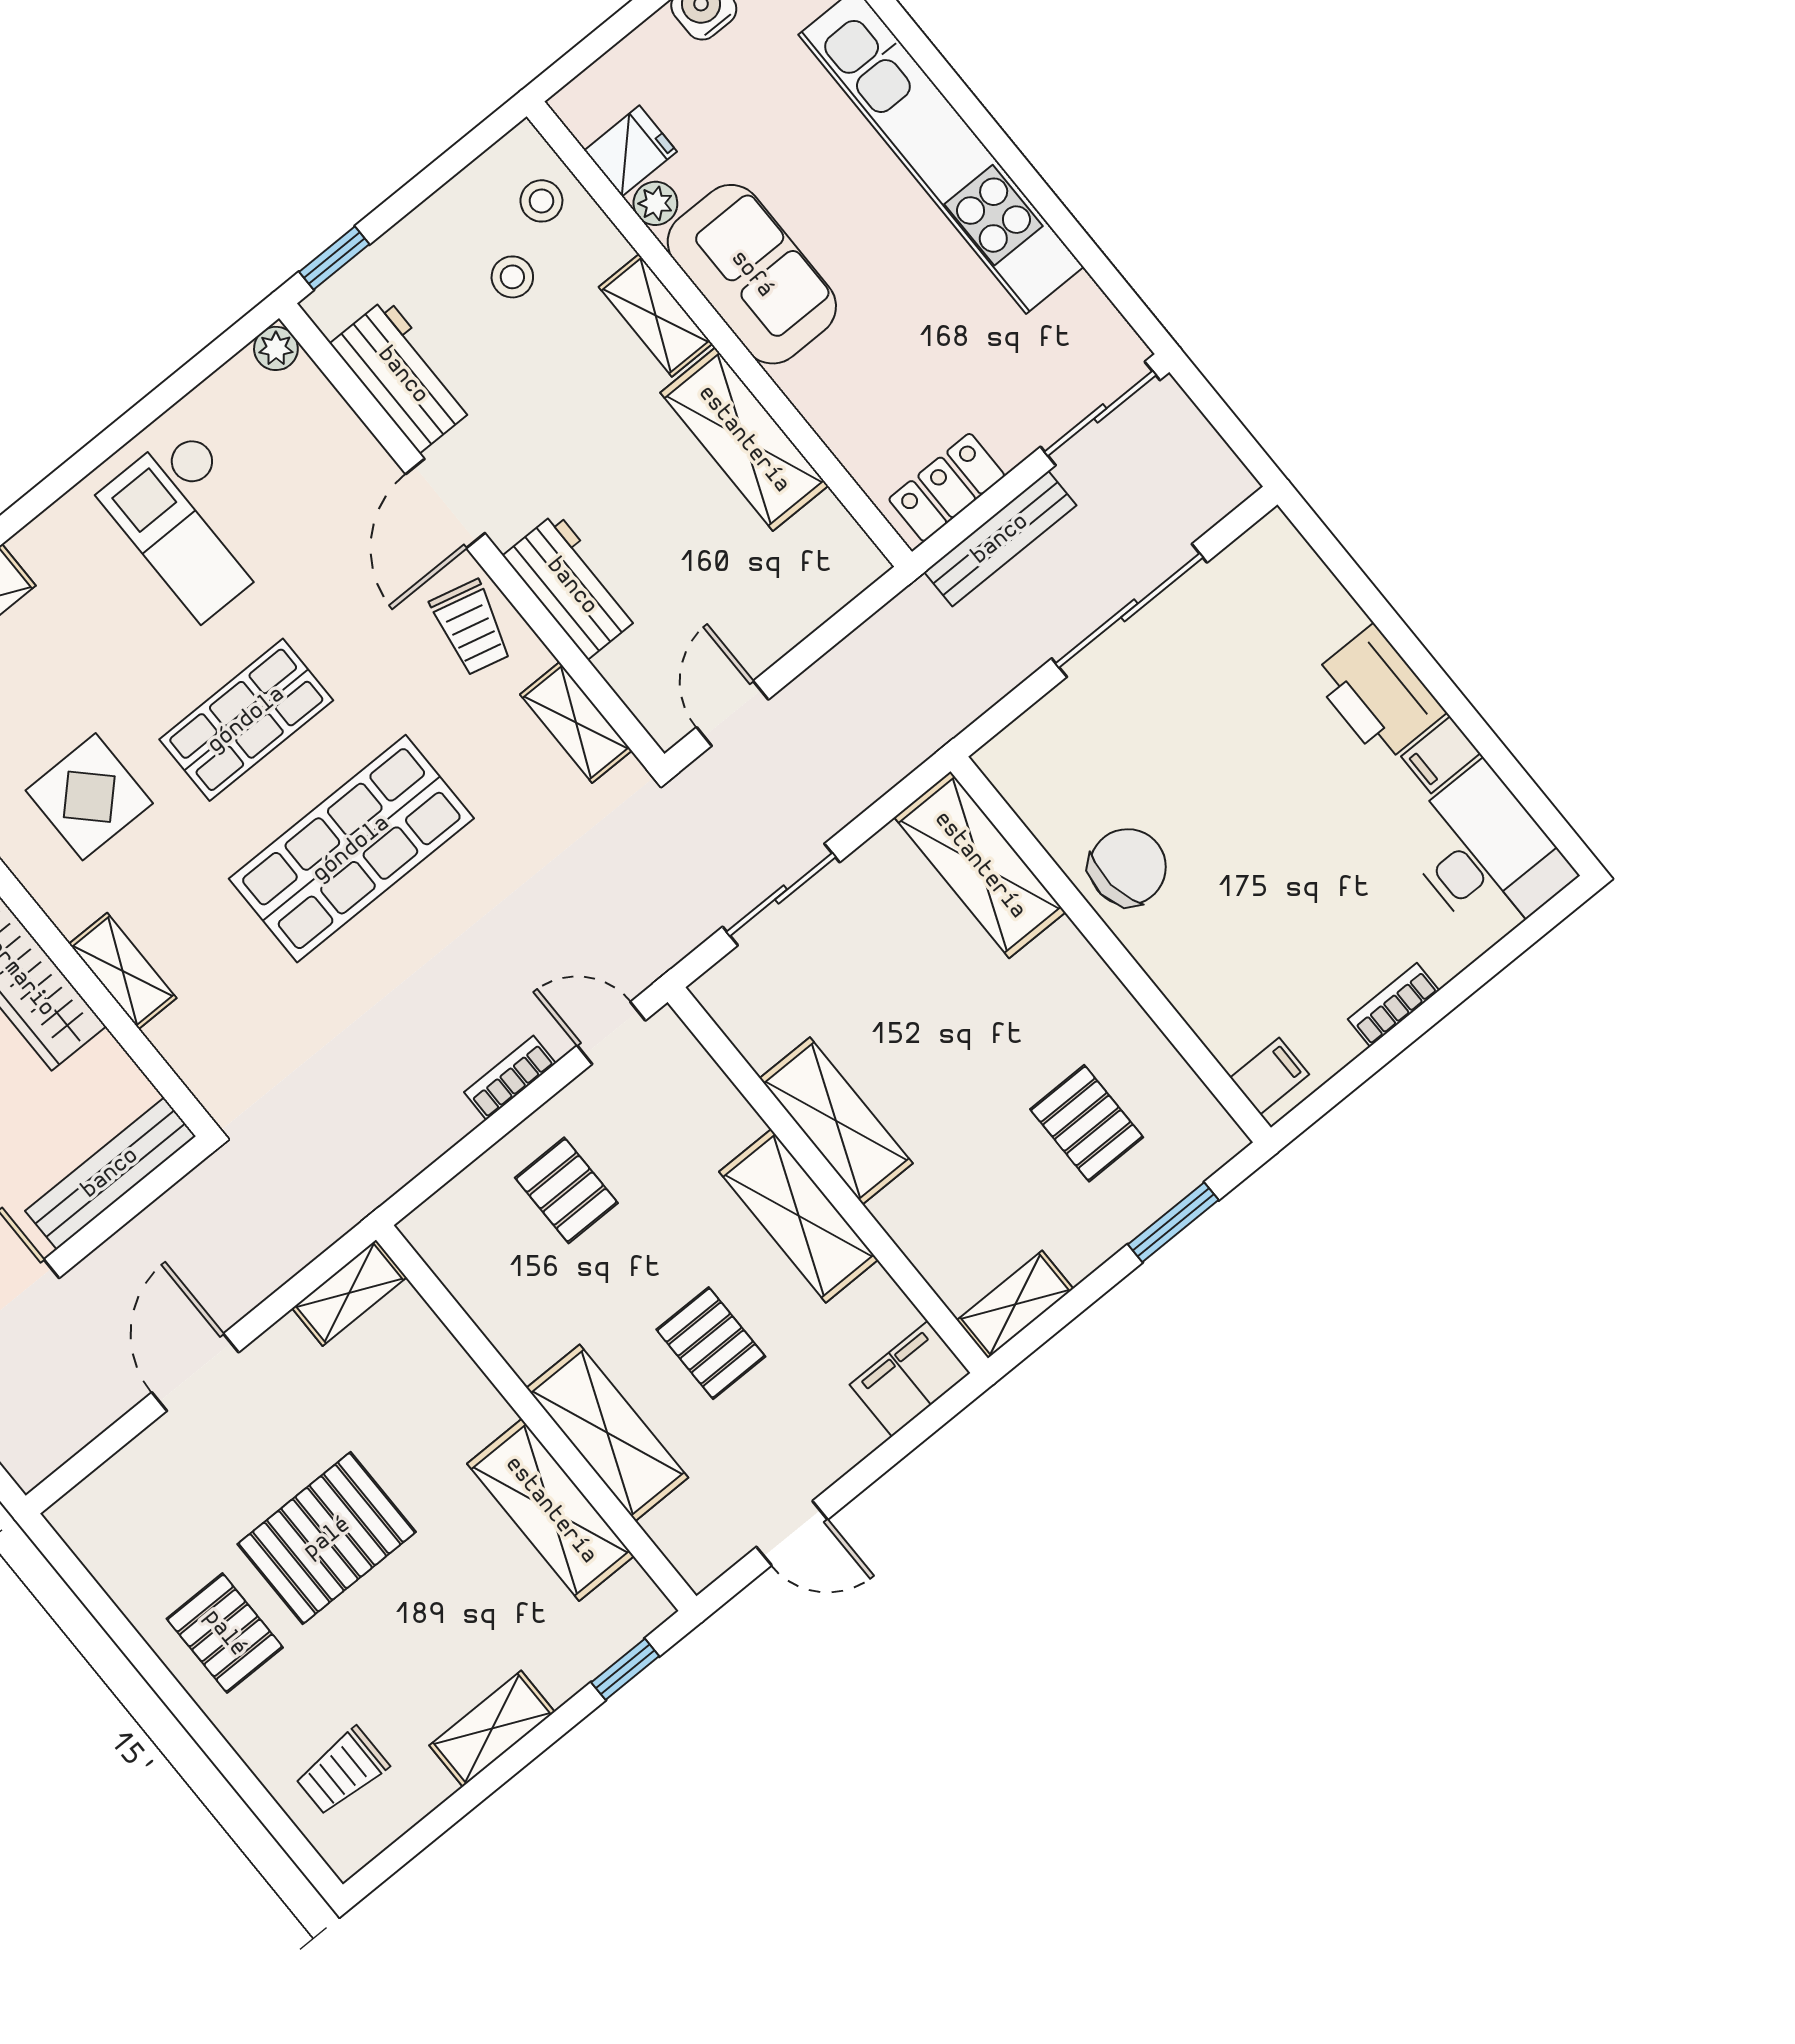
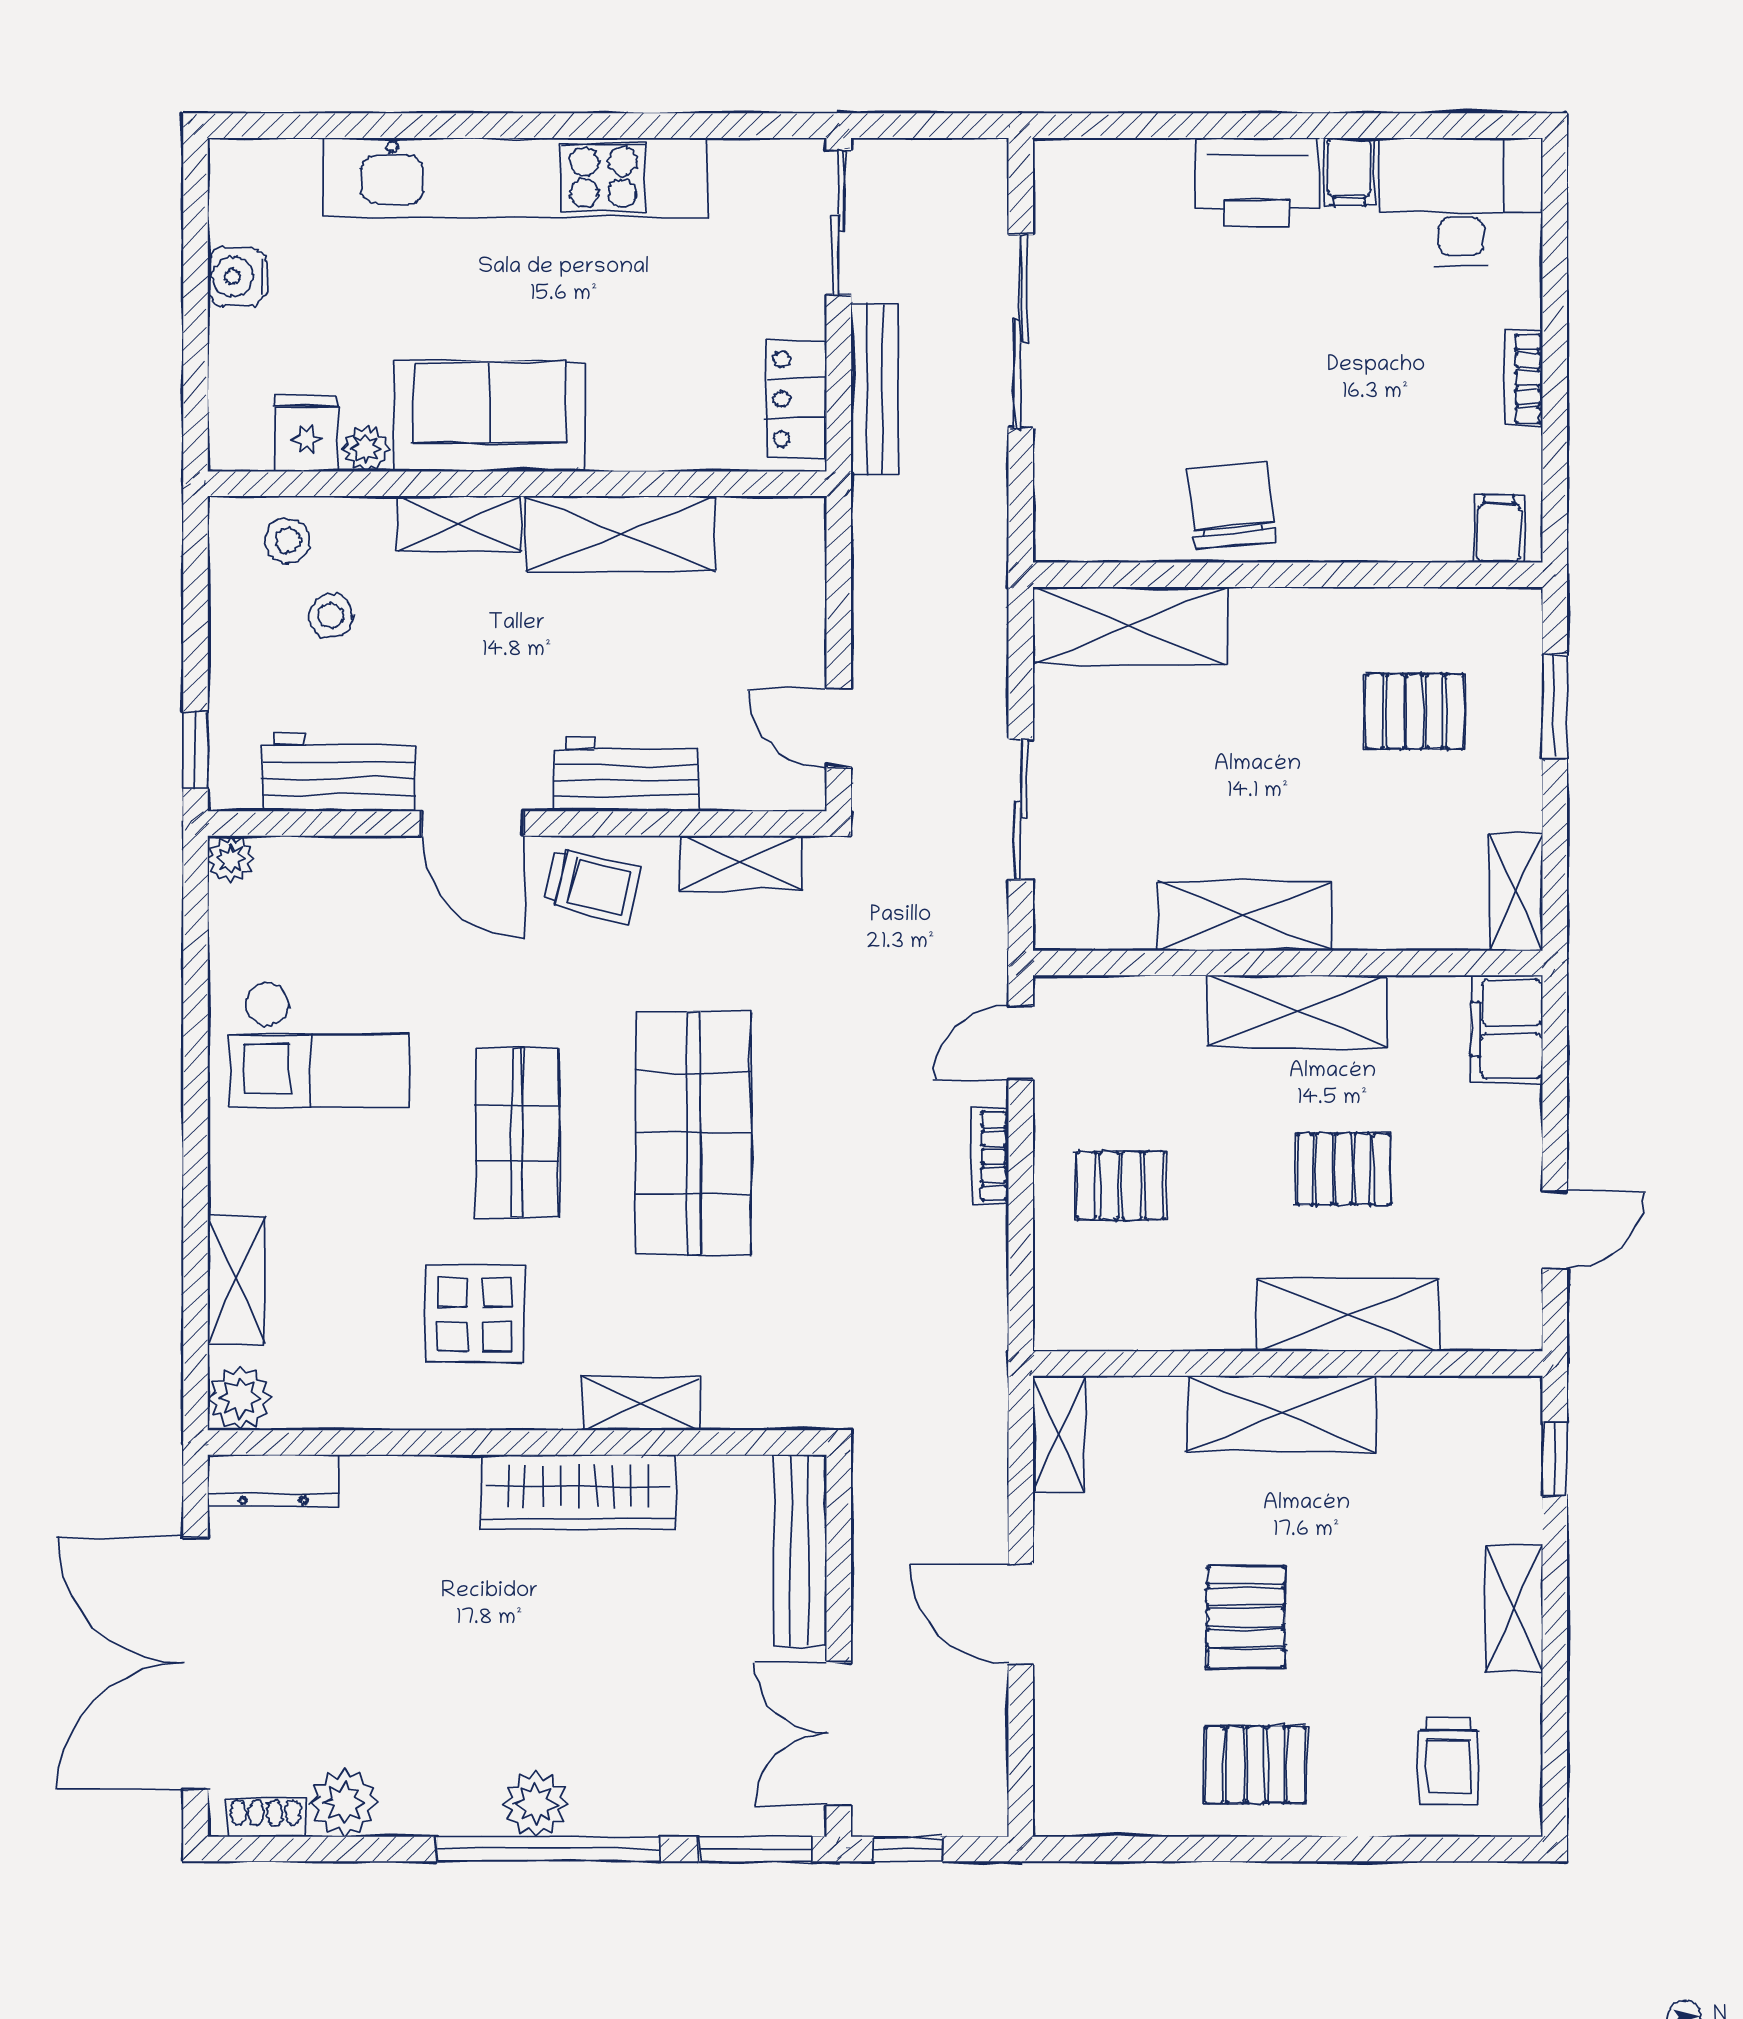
shelving: (551, 1510) -> (1282, 1413), moved
pallet: (327, 1538) -> (1246, 1617), width x0.67, depth x0.71

